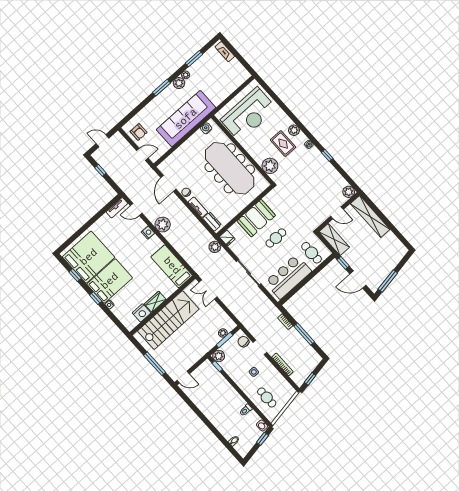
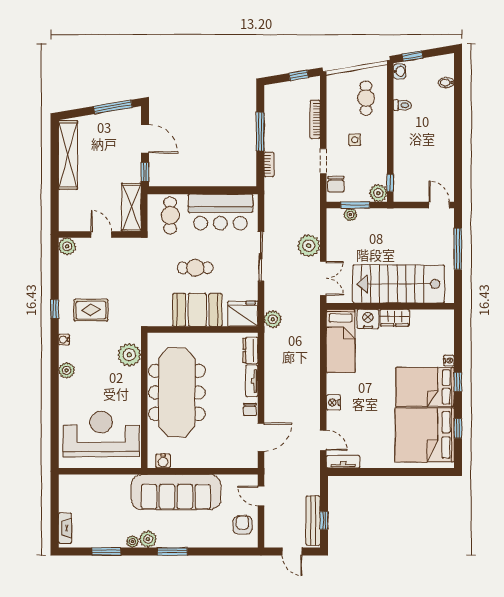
rug: (283, 144) -> (91, 310), moved, turned 90
bench: (106, 165) -> (313, 521), added
shelving: (370, 217) -> (68, 155), moved
plant: (163, 225) -> (309, 246), moved
fridge: (227, 238) -> (243, 314), width x1.88, depth x1.34
nightstand: (142, 313) -> (368, 319), moved

